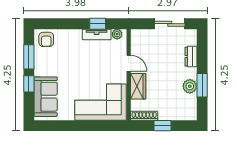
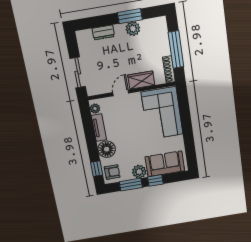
window: (98, 24) -> (97, 169), moved
sliding door: (170, 24) -> (78, 73), moved
floor lamp: (72, 38) -> (107, 149), added
plant: (42, 68) -> (139, 172), added
window: (163, 126) -> (176, 50), width x2.17

